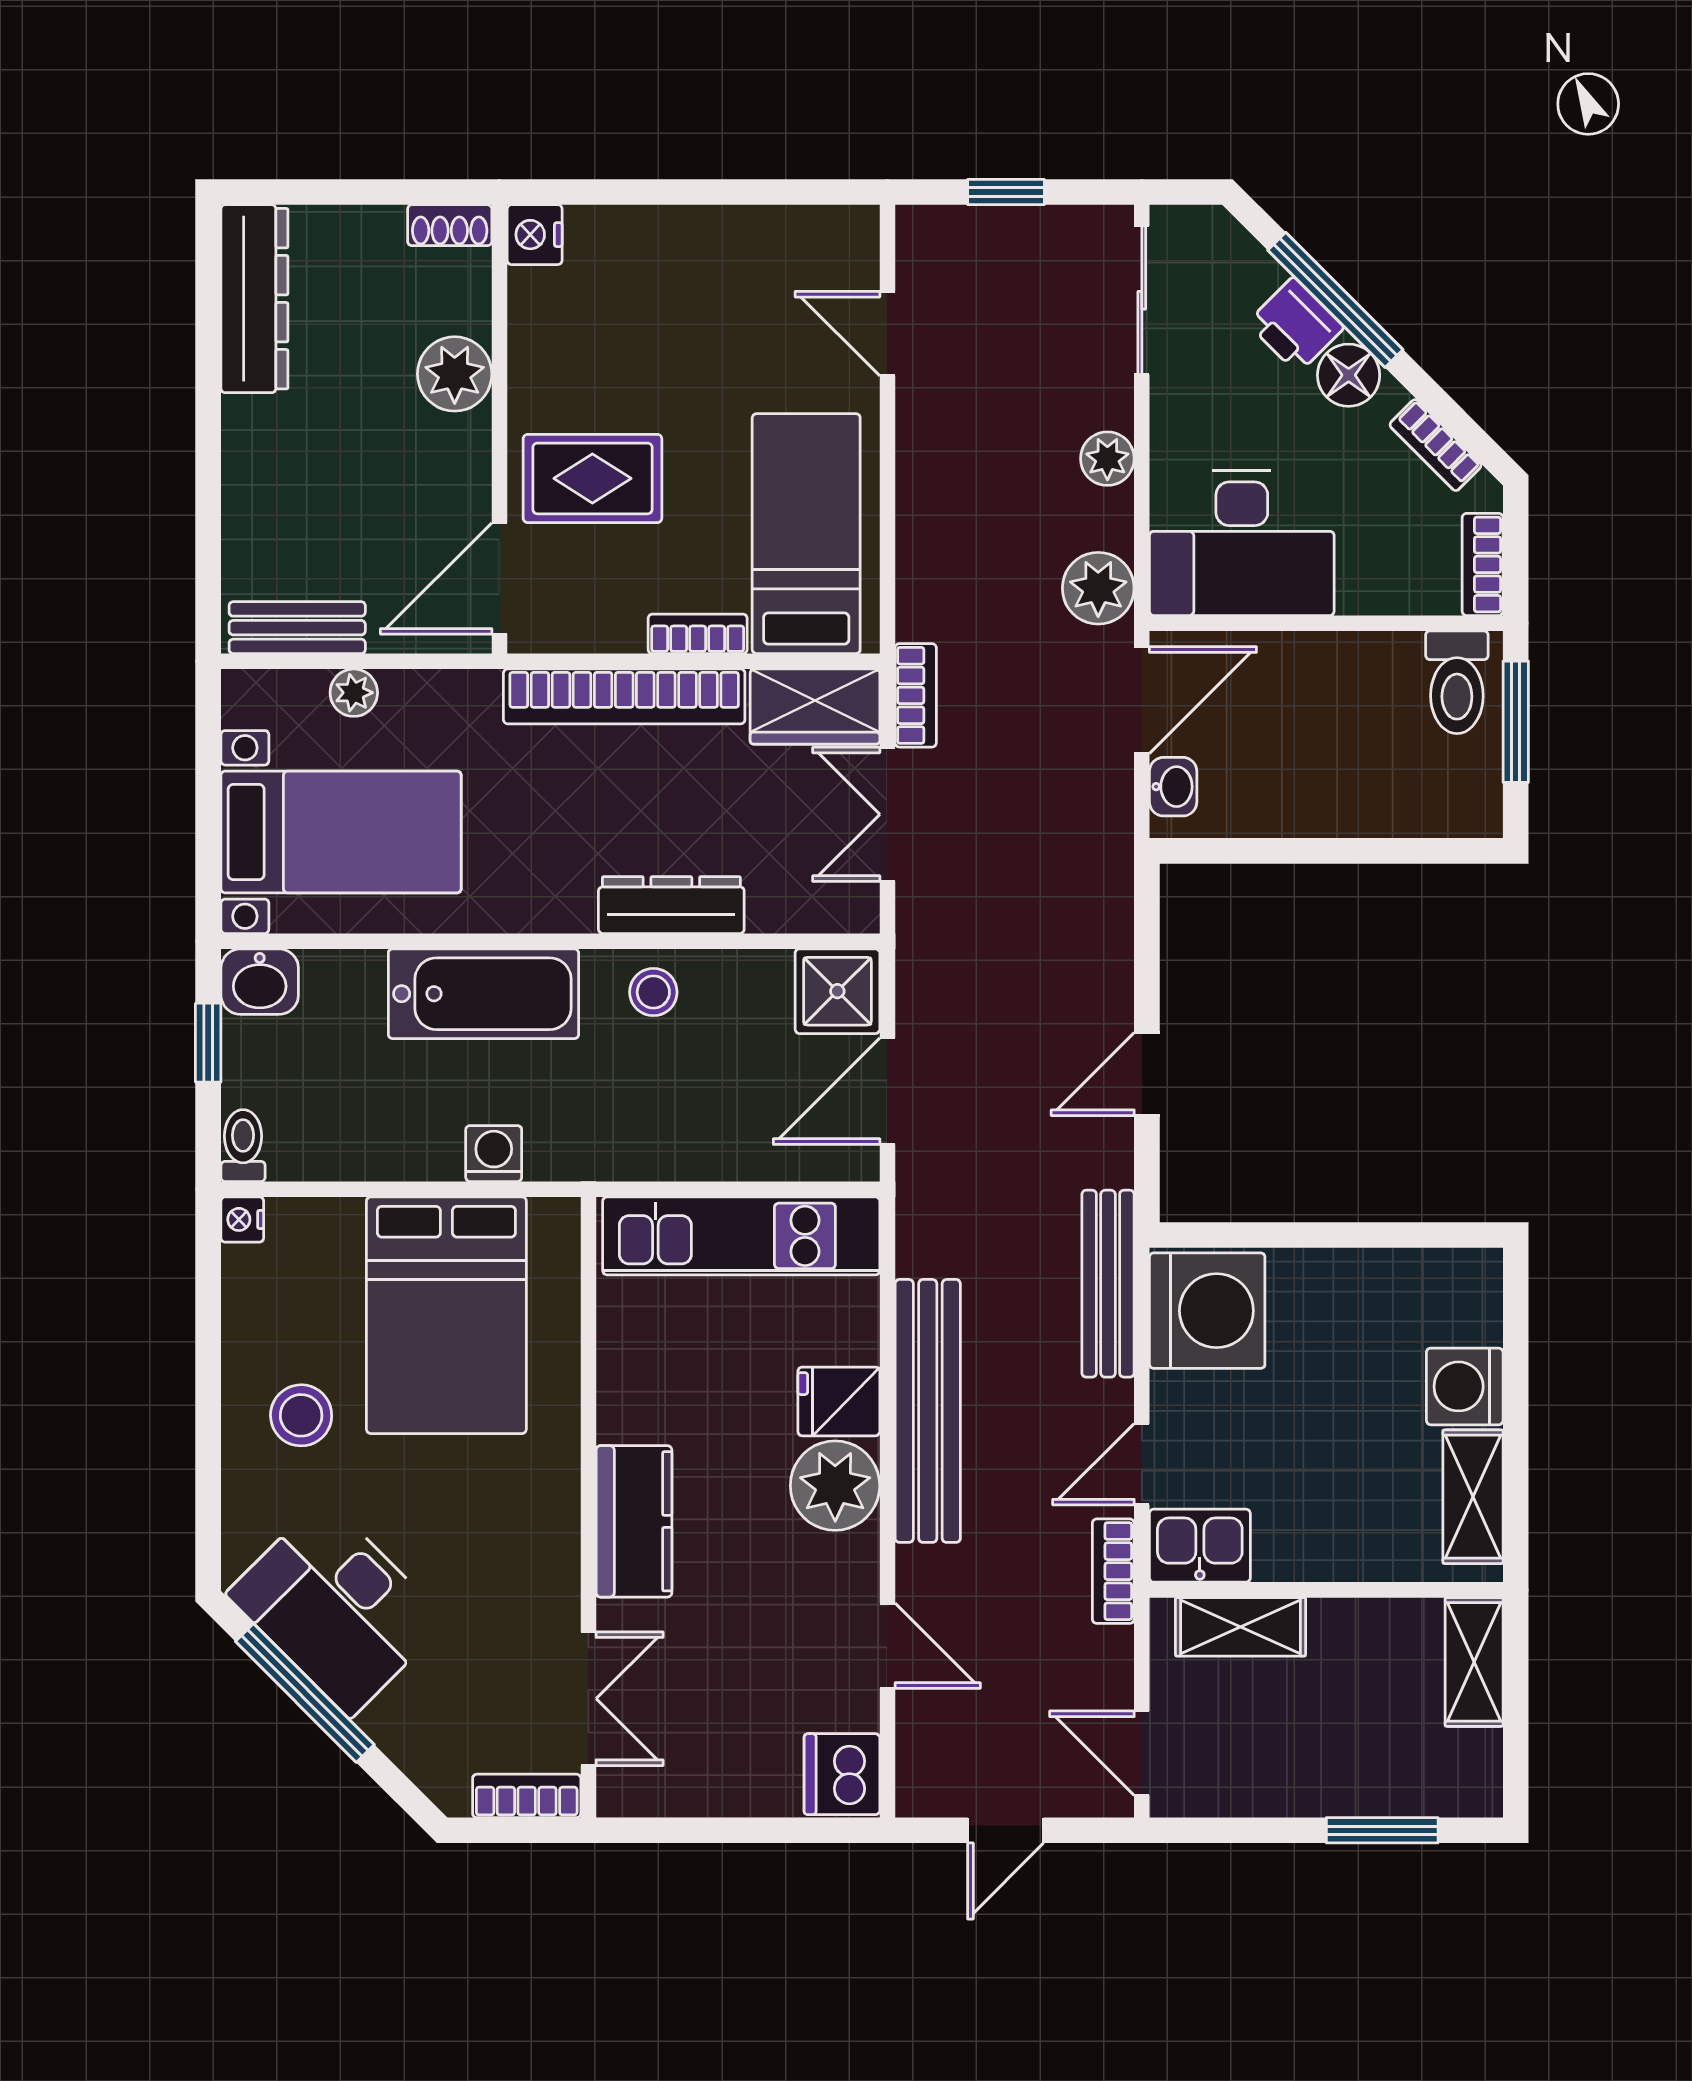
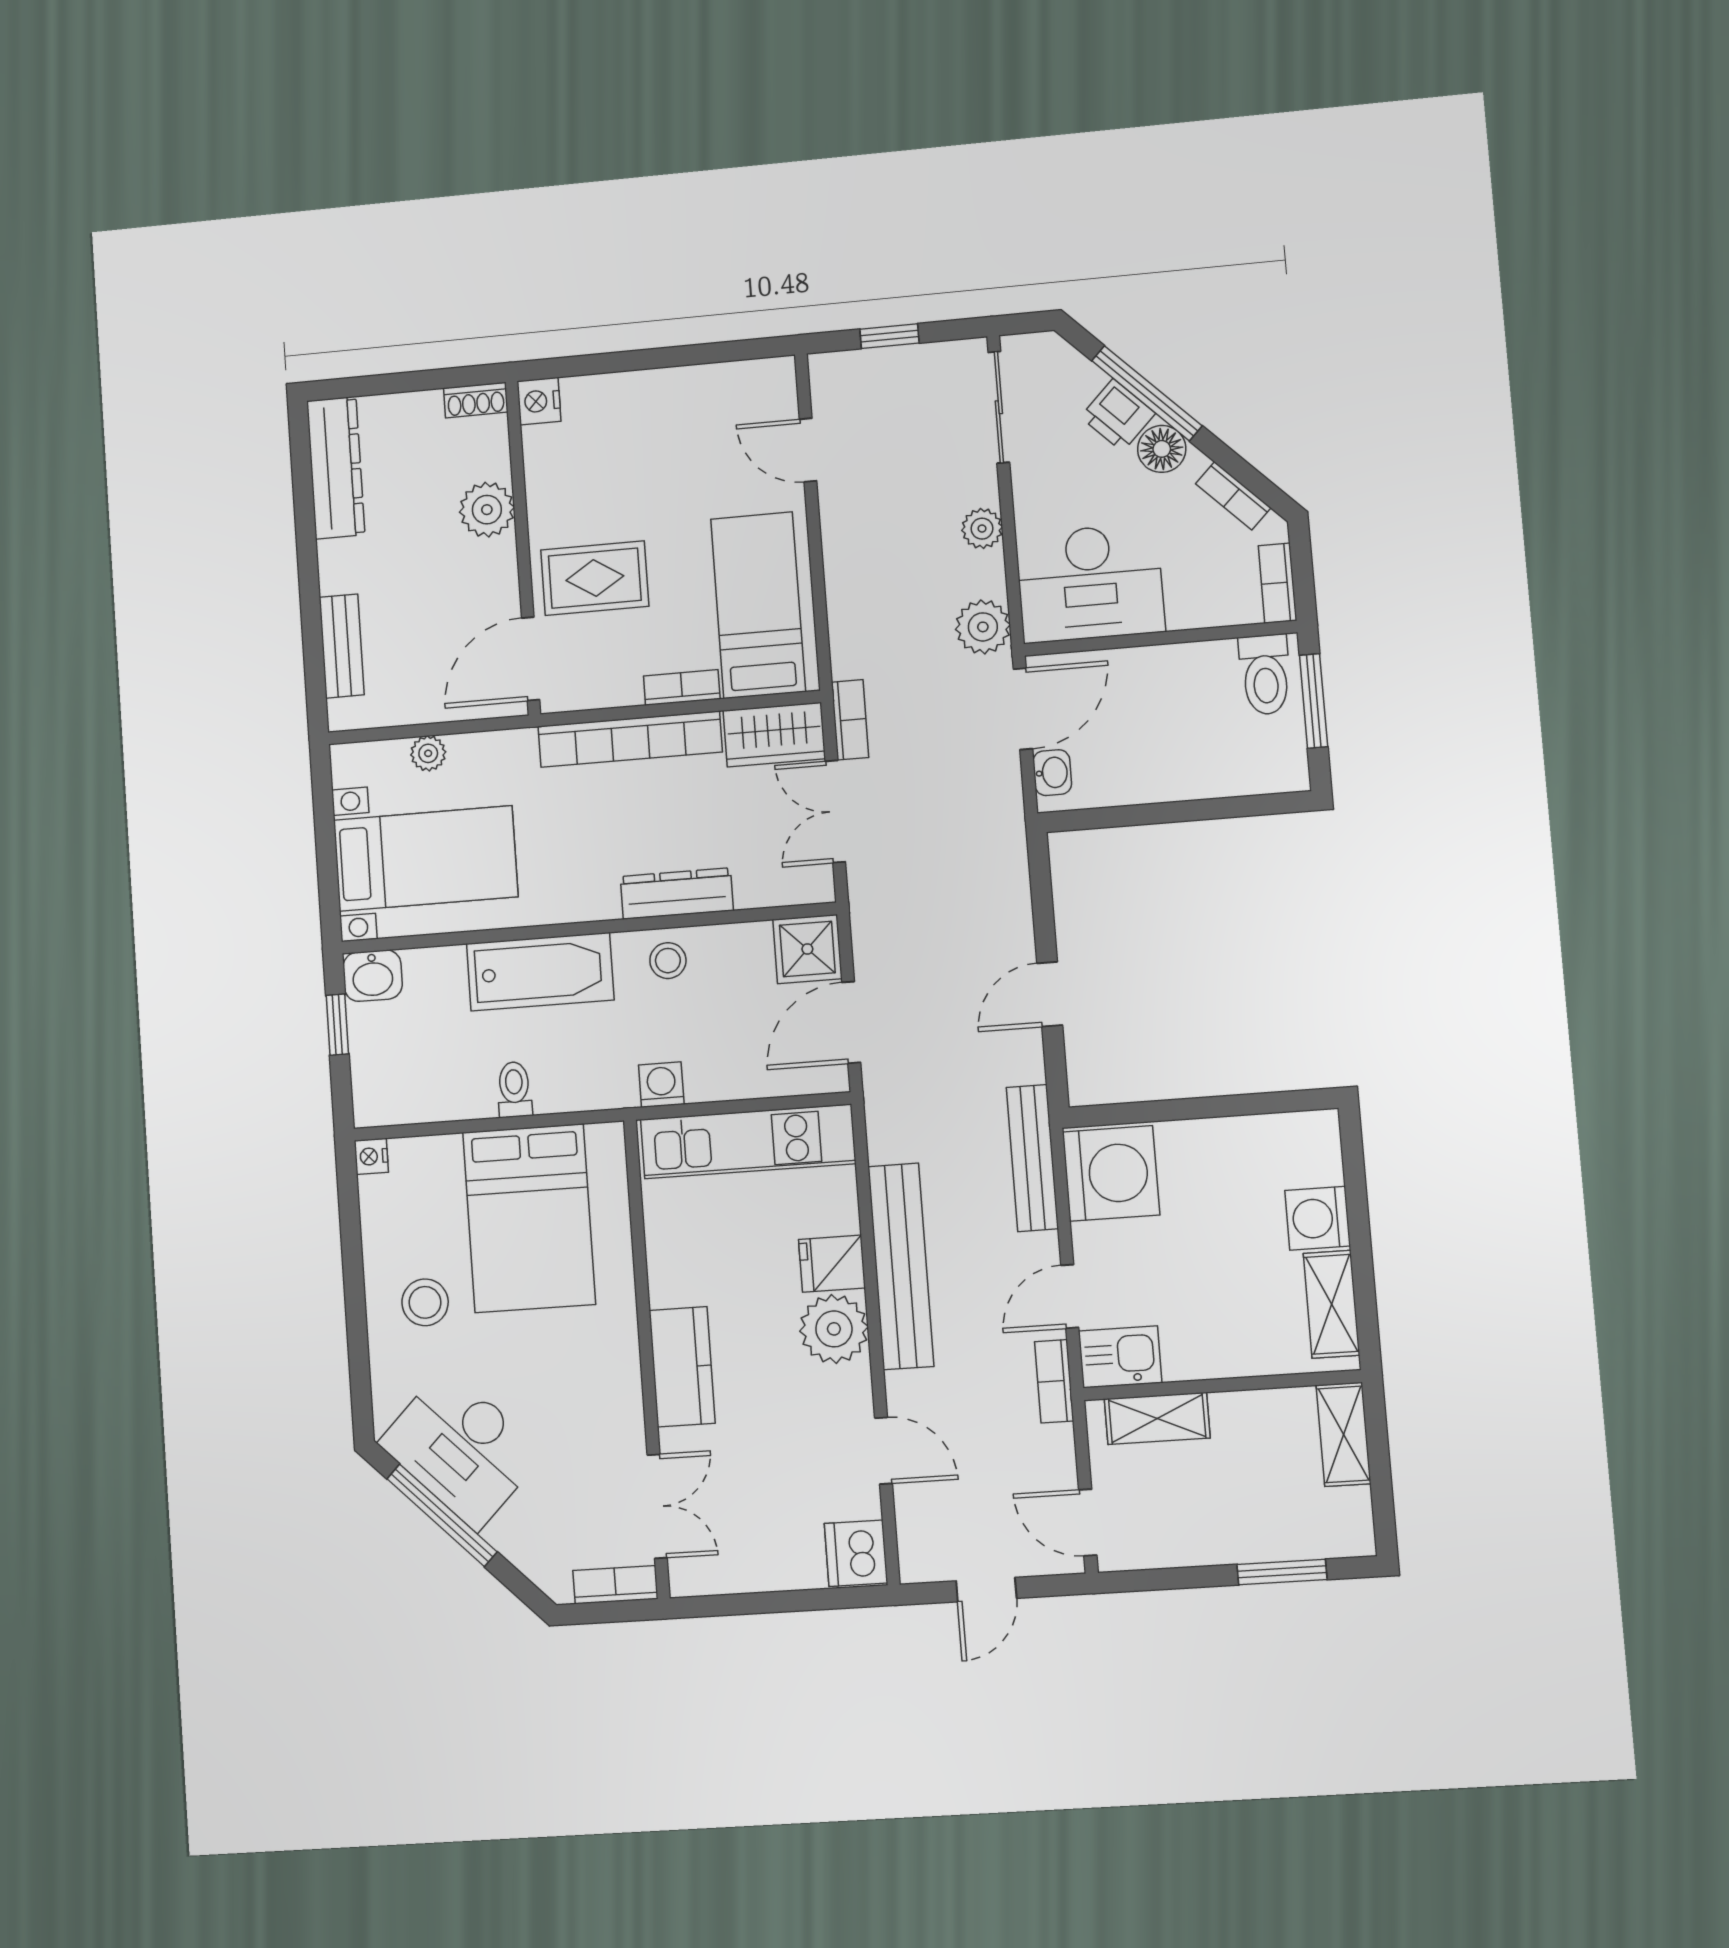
bench: (297, 628) -> (342, 646), moved, turned 90
toilet: (243, 1146) -> (514, 1089), moved
washing machine: (494, 1154) -> (661, 1085), moved

